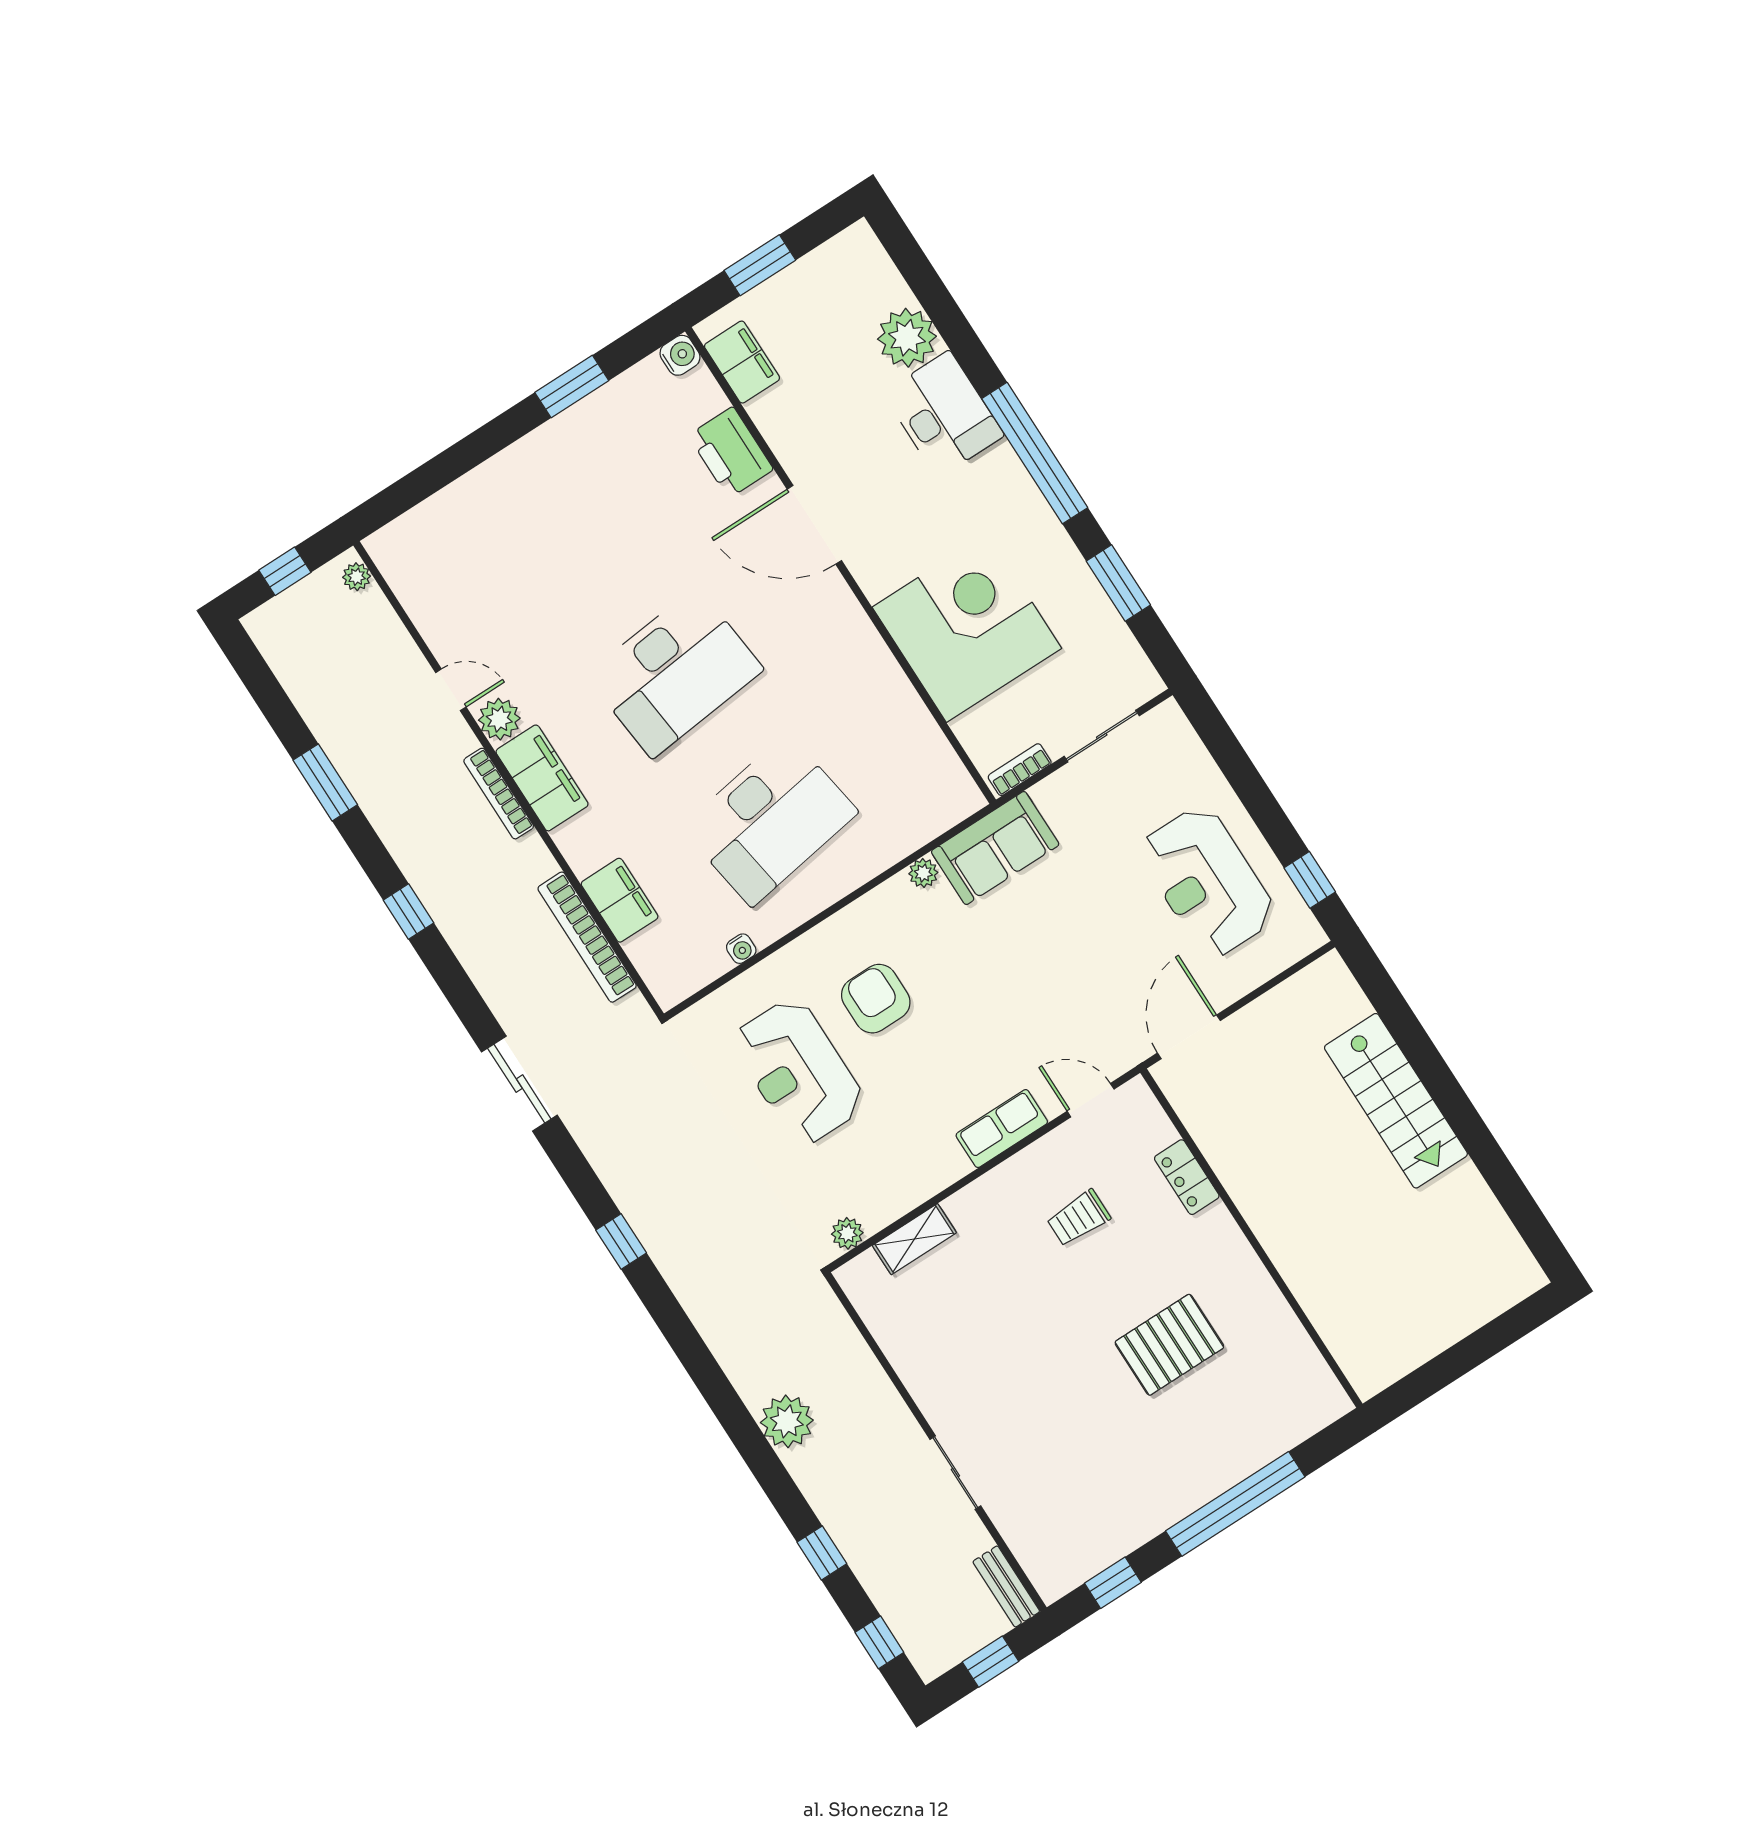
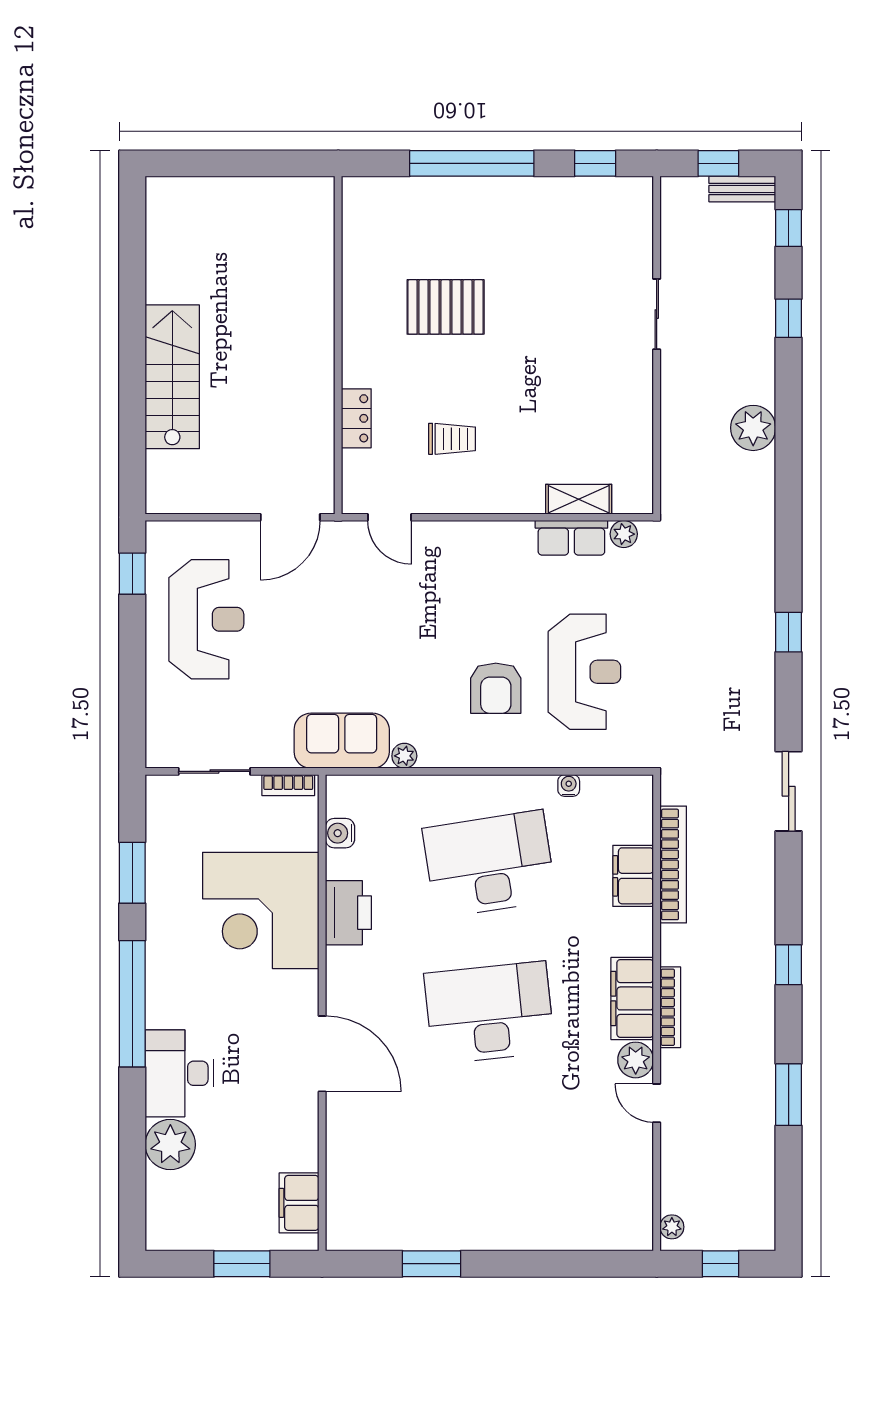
water cooler: (680, 355) -> (340, 833), moved
printer: (731, 452) -> (348, 913), moved
row of seats: (1002, 1129) -> (571, 538), moved
bench: (1006, 1586) -> (742, 189), moved, turned 90

